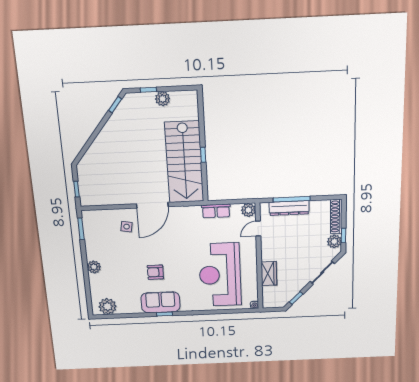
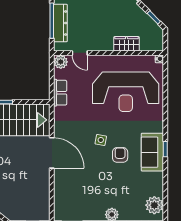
side table: (127, 227) -> (101, 140), moved
armchair: (155, 272) -> (120, 155), turned 180

